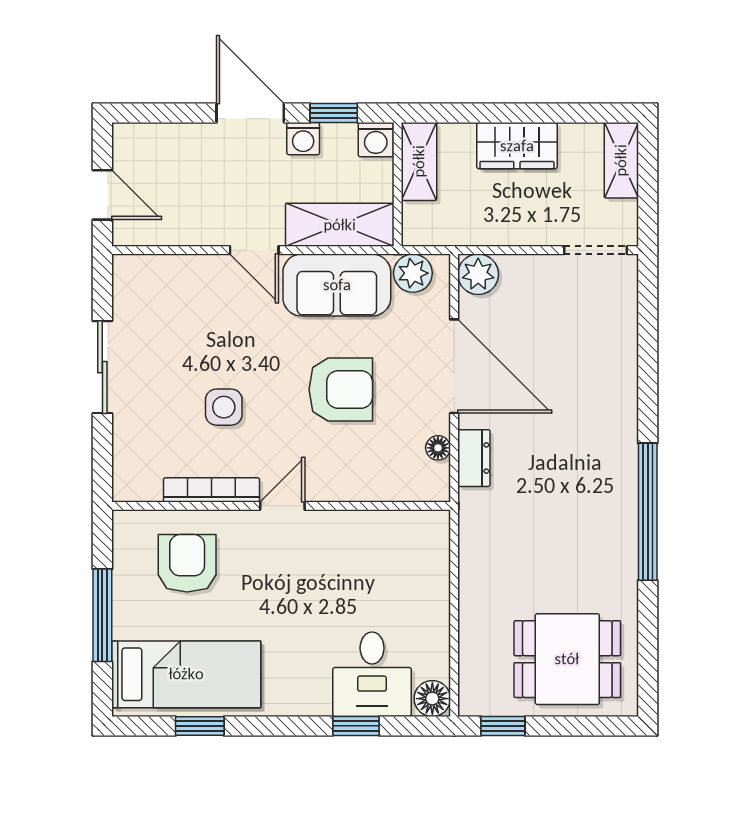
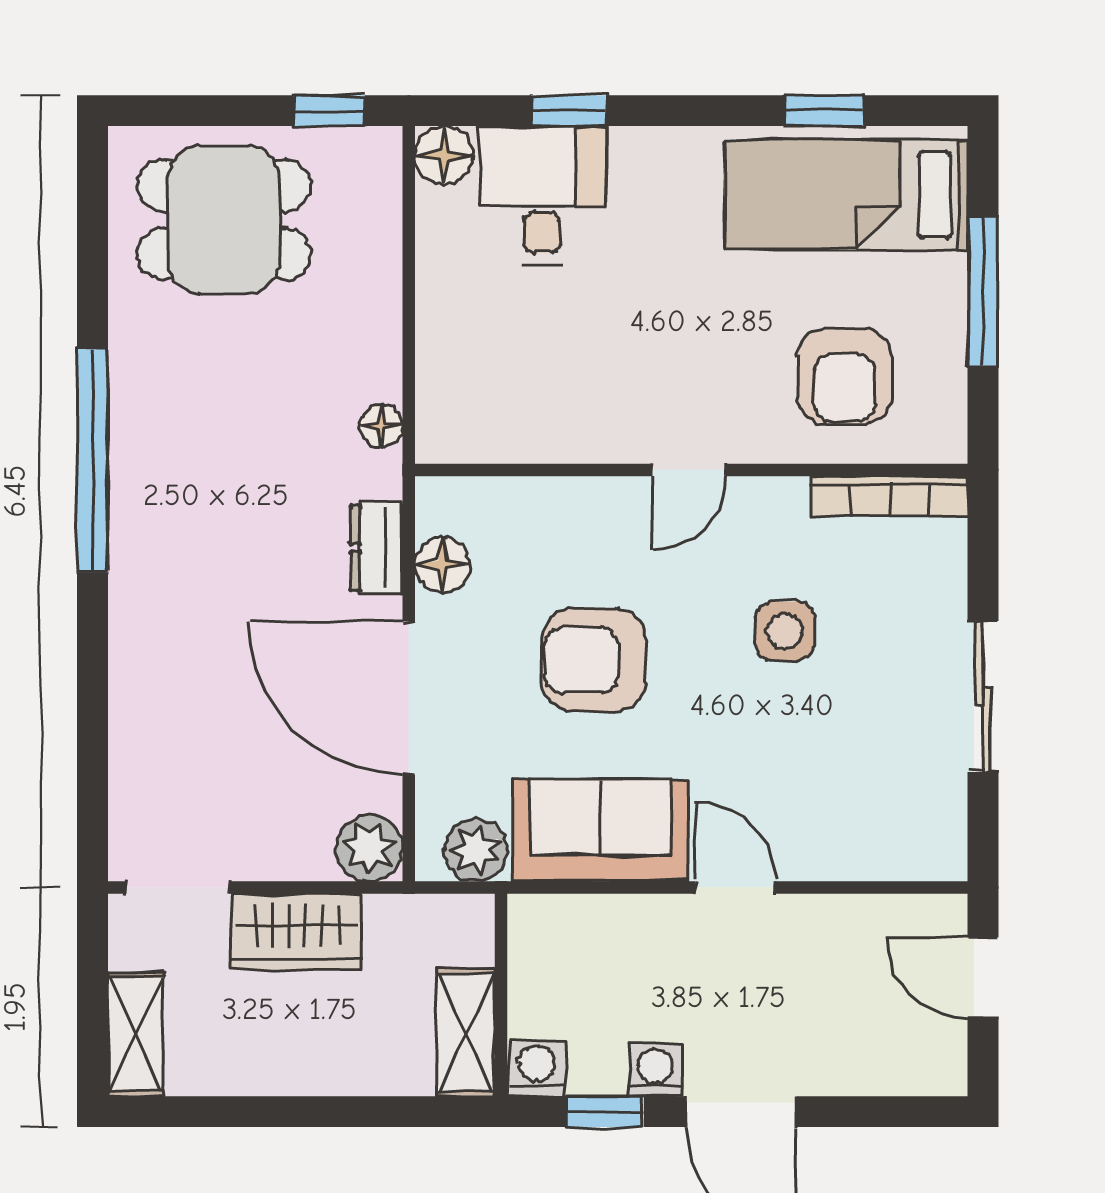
wardrobe: (517, 146) -> (297, 932), moved, turned 180
shelving: (340, 225) -> (595, 929), removed
floor lamp: (438, 448) -> (442, 565), width x1.37, depth x1.37
bookcase: (212, 490) -> (889, 496), moved
floor lamp: (471, 533) -> (381, 426), added

